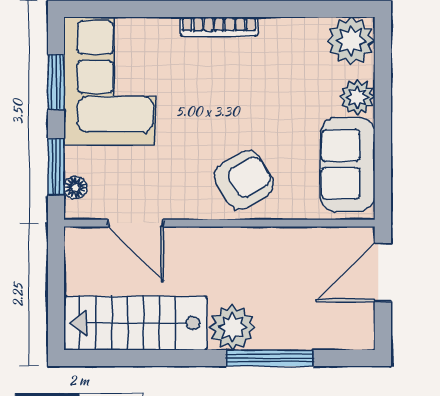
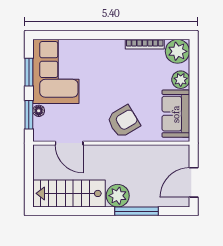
bookcase: (219, 27) -> (145, 44), moved
floor lamp: (75, 188) -> (39, 111), moved
door: (383, 272) -> (194, 182), moved

